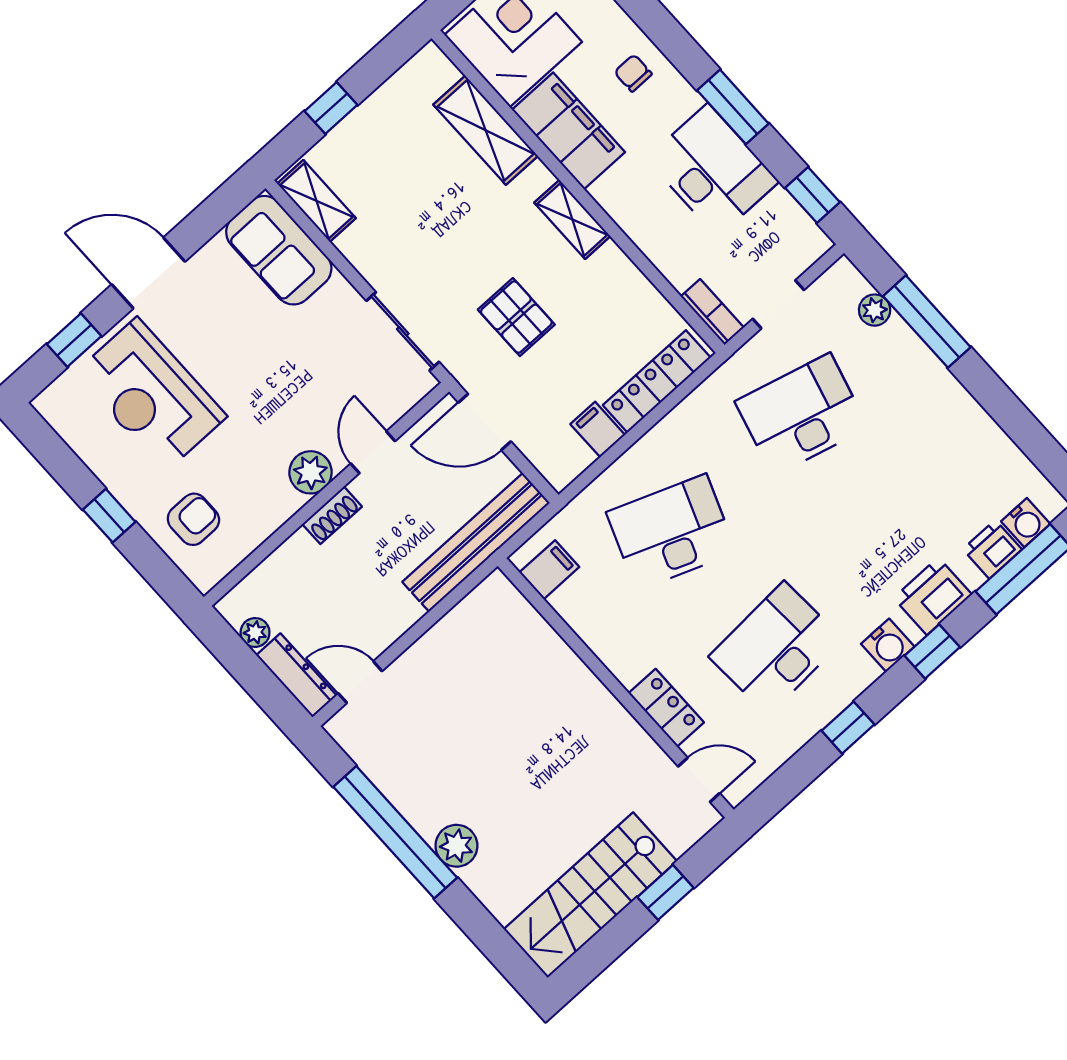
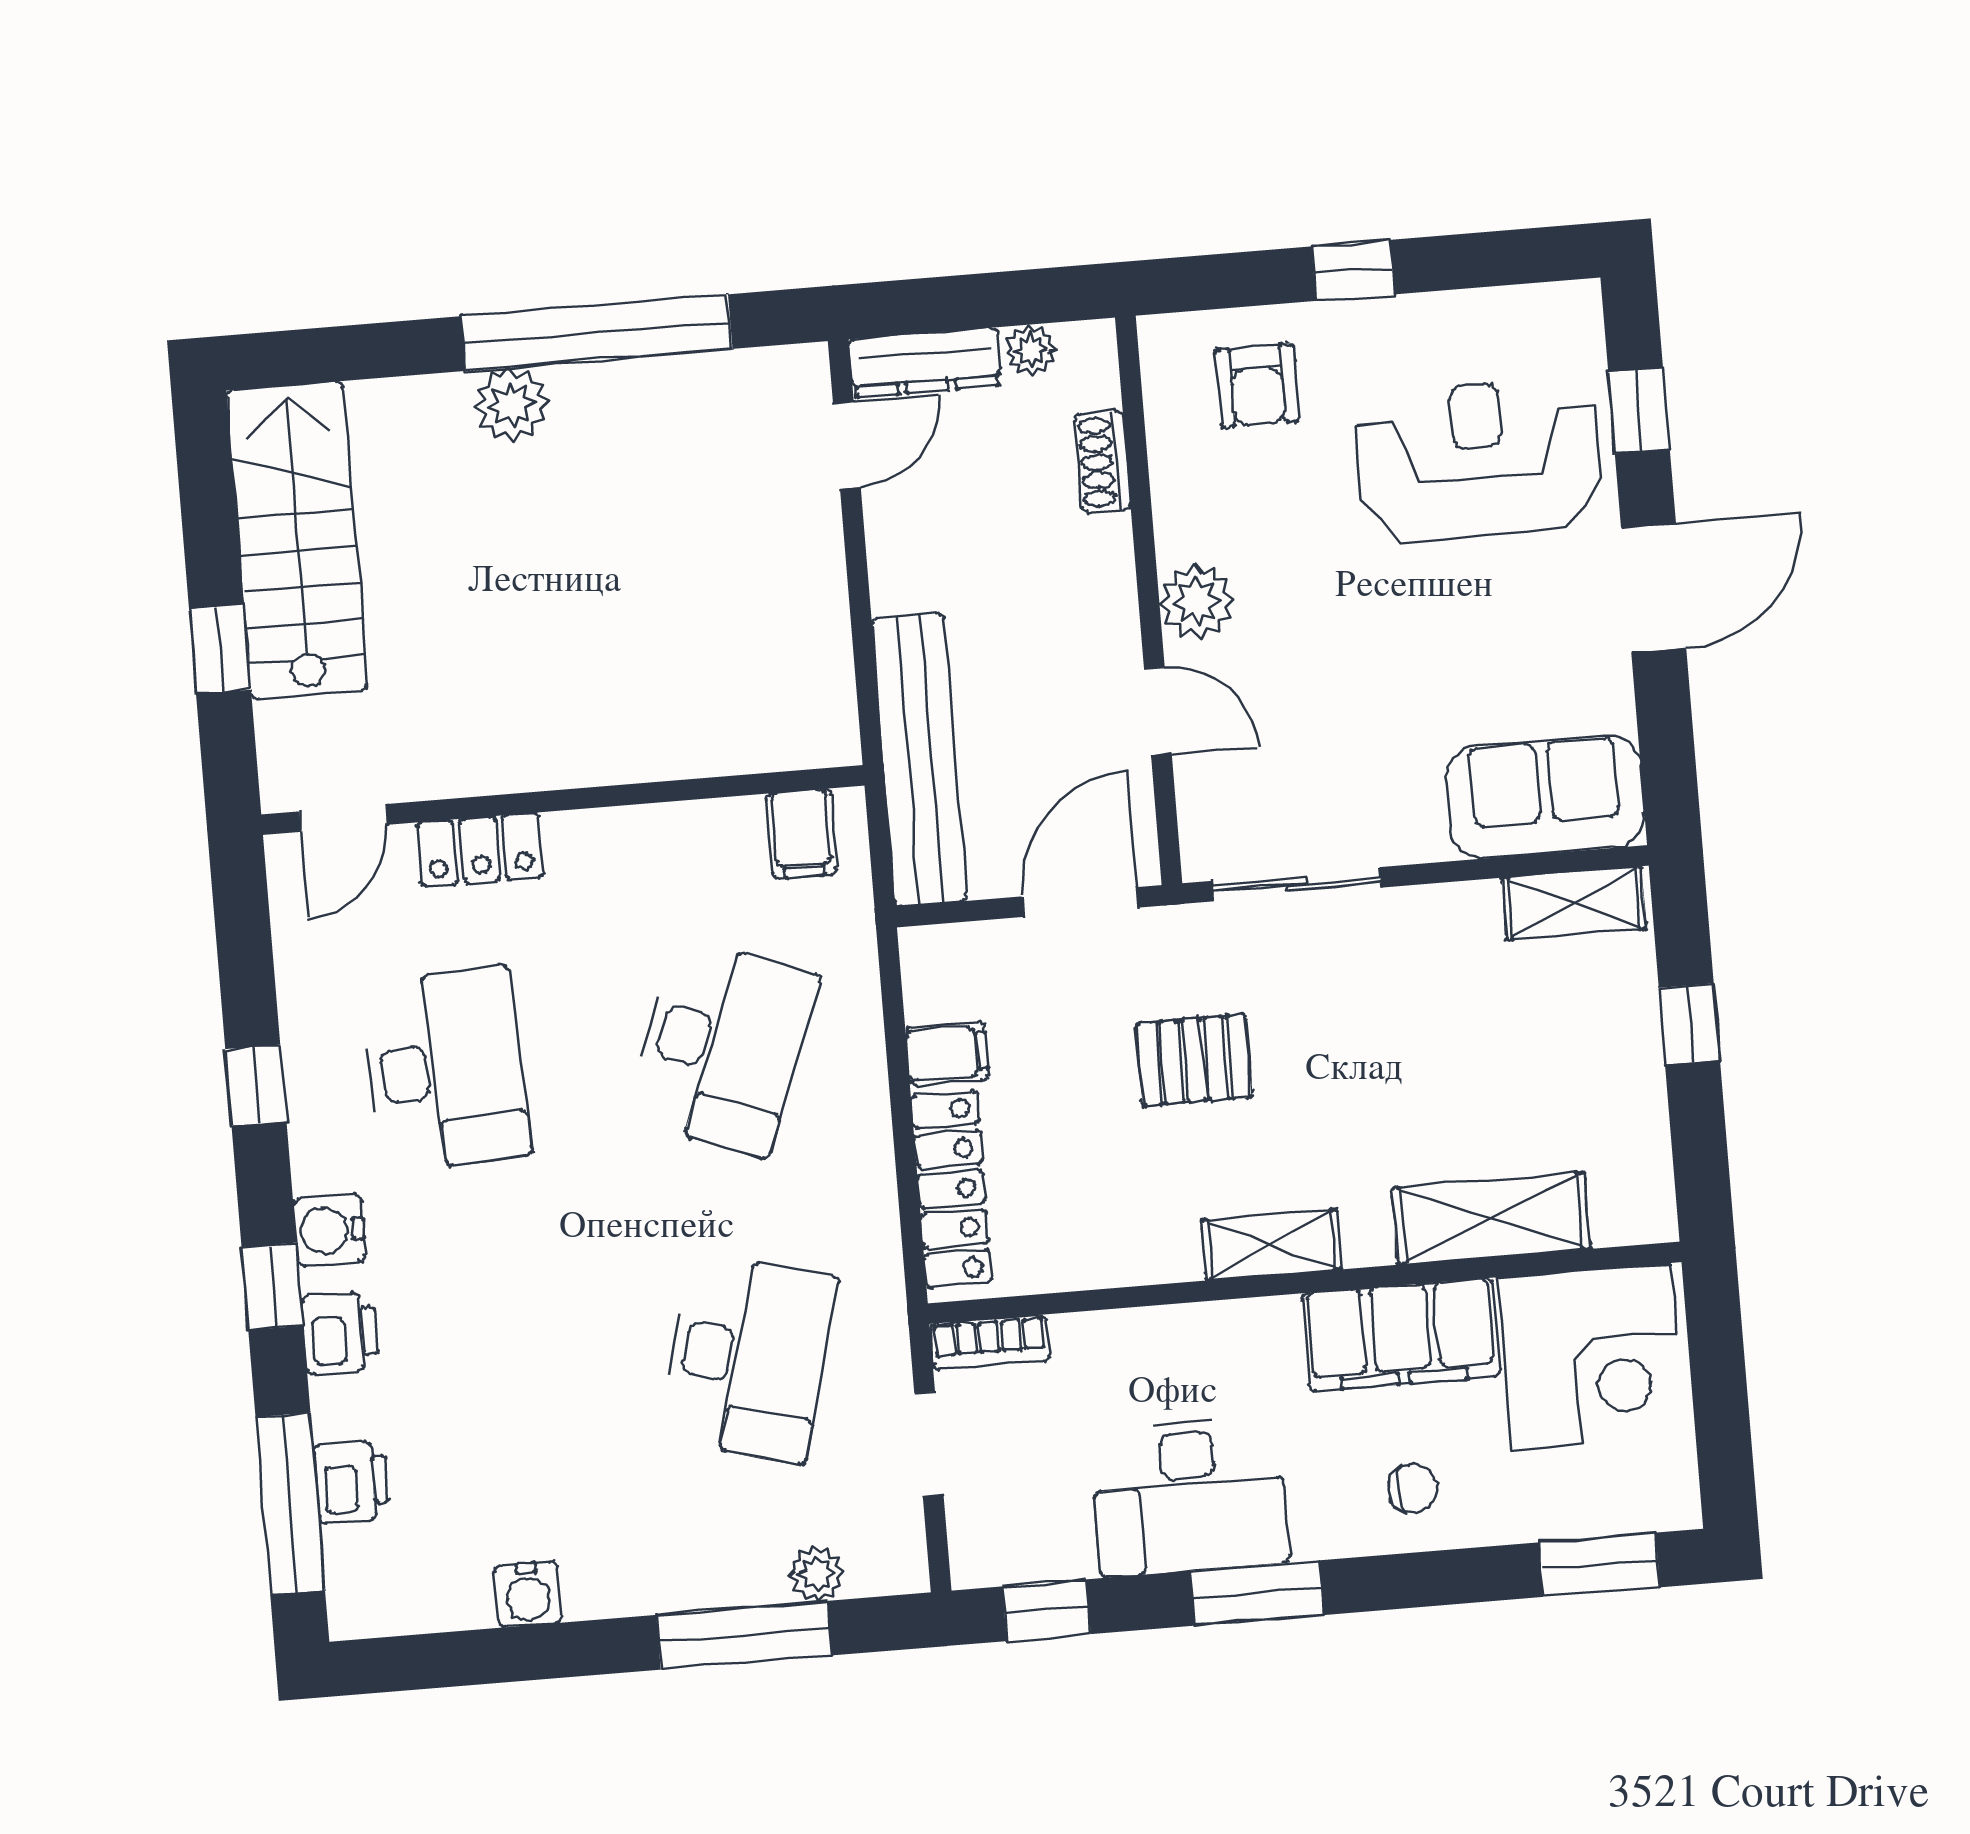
shoe rack: (332, 515) -> (1103, 462), moved
water cooler: (1026, 523) -> (528, 1594), moved, turned -90
printer: (933, 596) -> (340, 1333), width x0.73, depth x0.81

